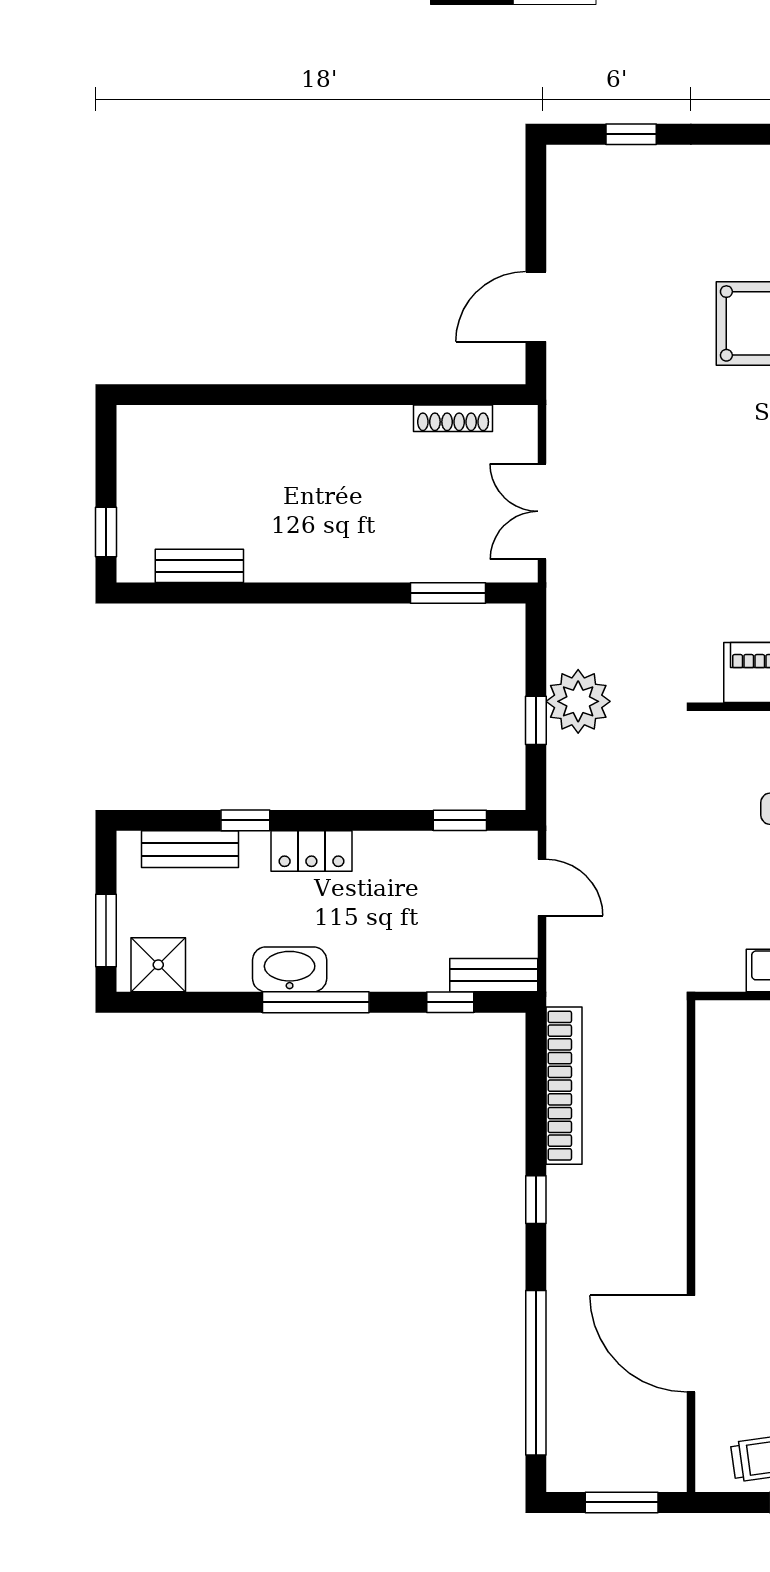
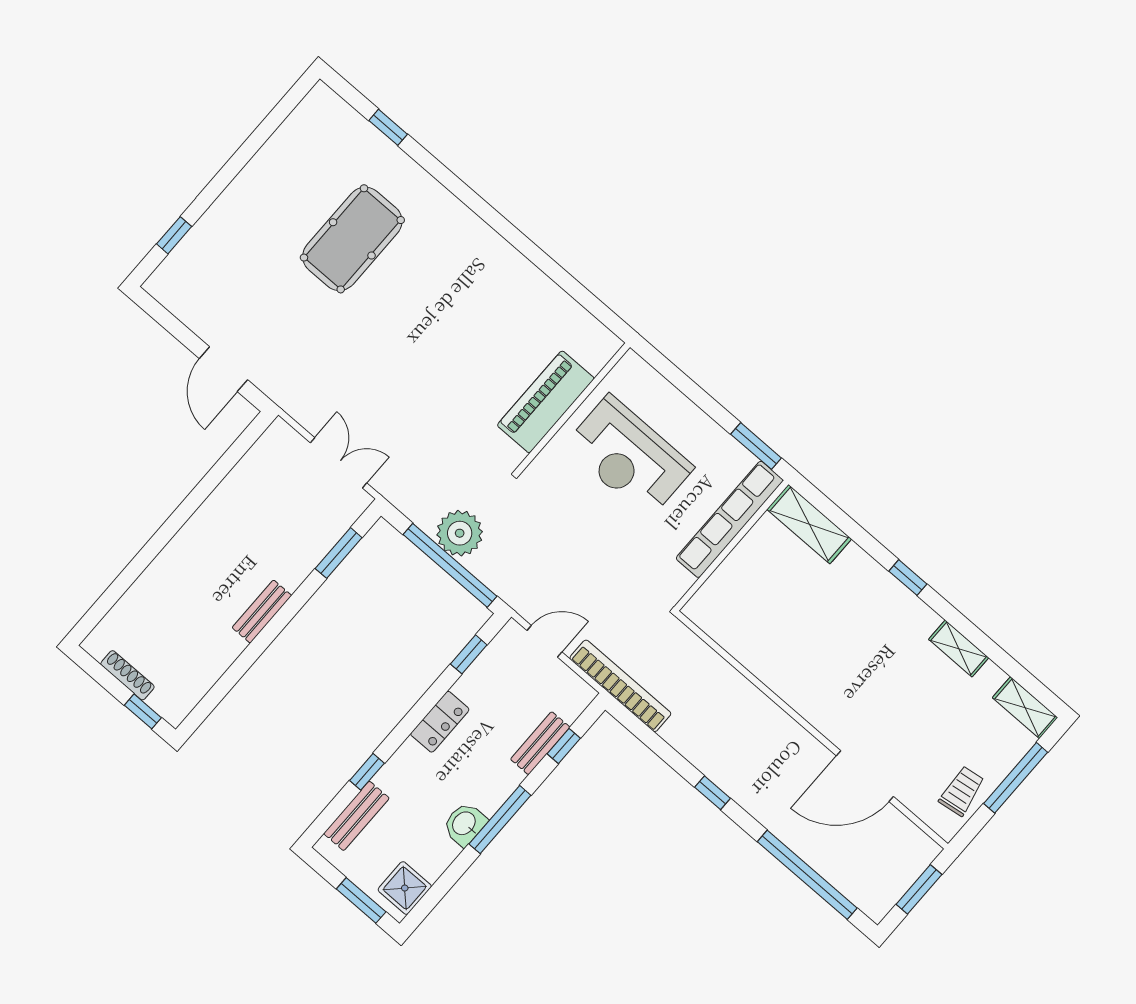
shoe rack: (453, 418) -> (127, 675), moved, turned -90
double door: (542, 511) -> (339, 463), swing flipped
bench: (199, 566) -> (262, 612), moved
window: (536, 720) -> (450, 565), width x3.17
locker: (311, 851) -> (440, 722), moved
washbasin: (290, 969) -> (465, 824), width x0.72
bench: (494, 975) -> (540, 743), moved
bookcase: (564, 1086) -> (620, 686), moved

